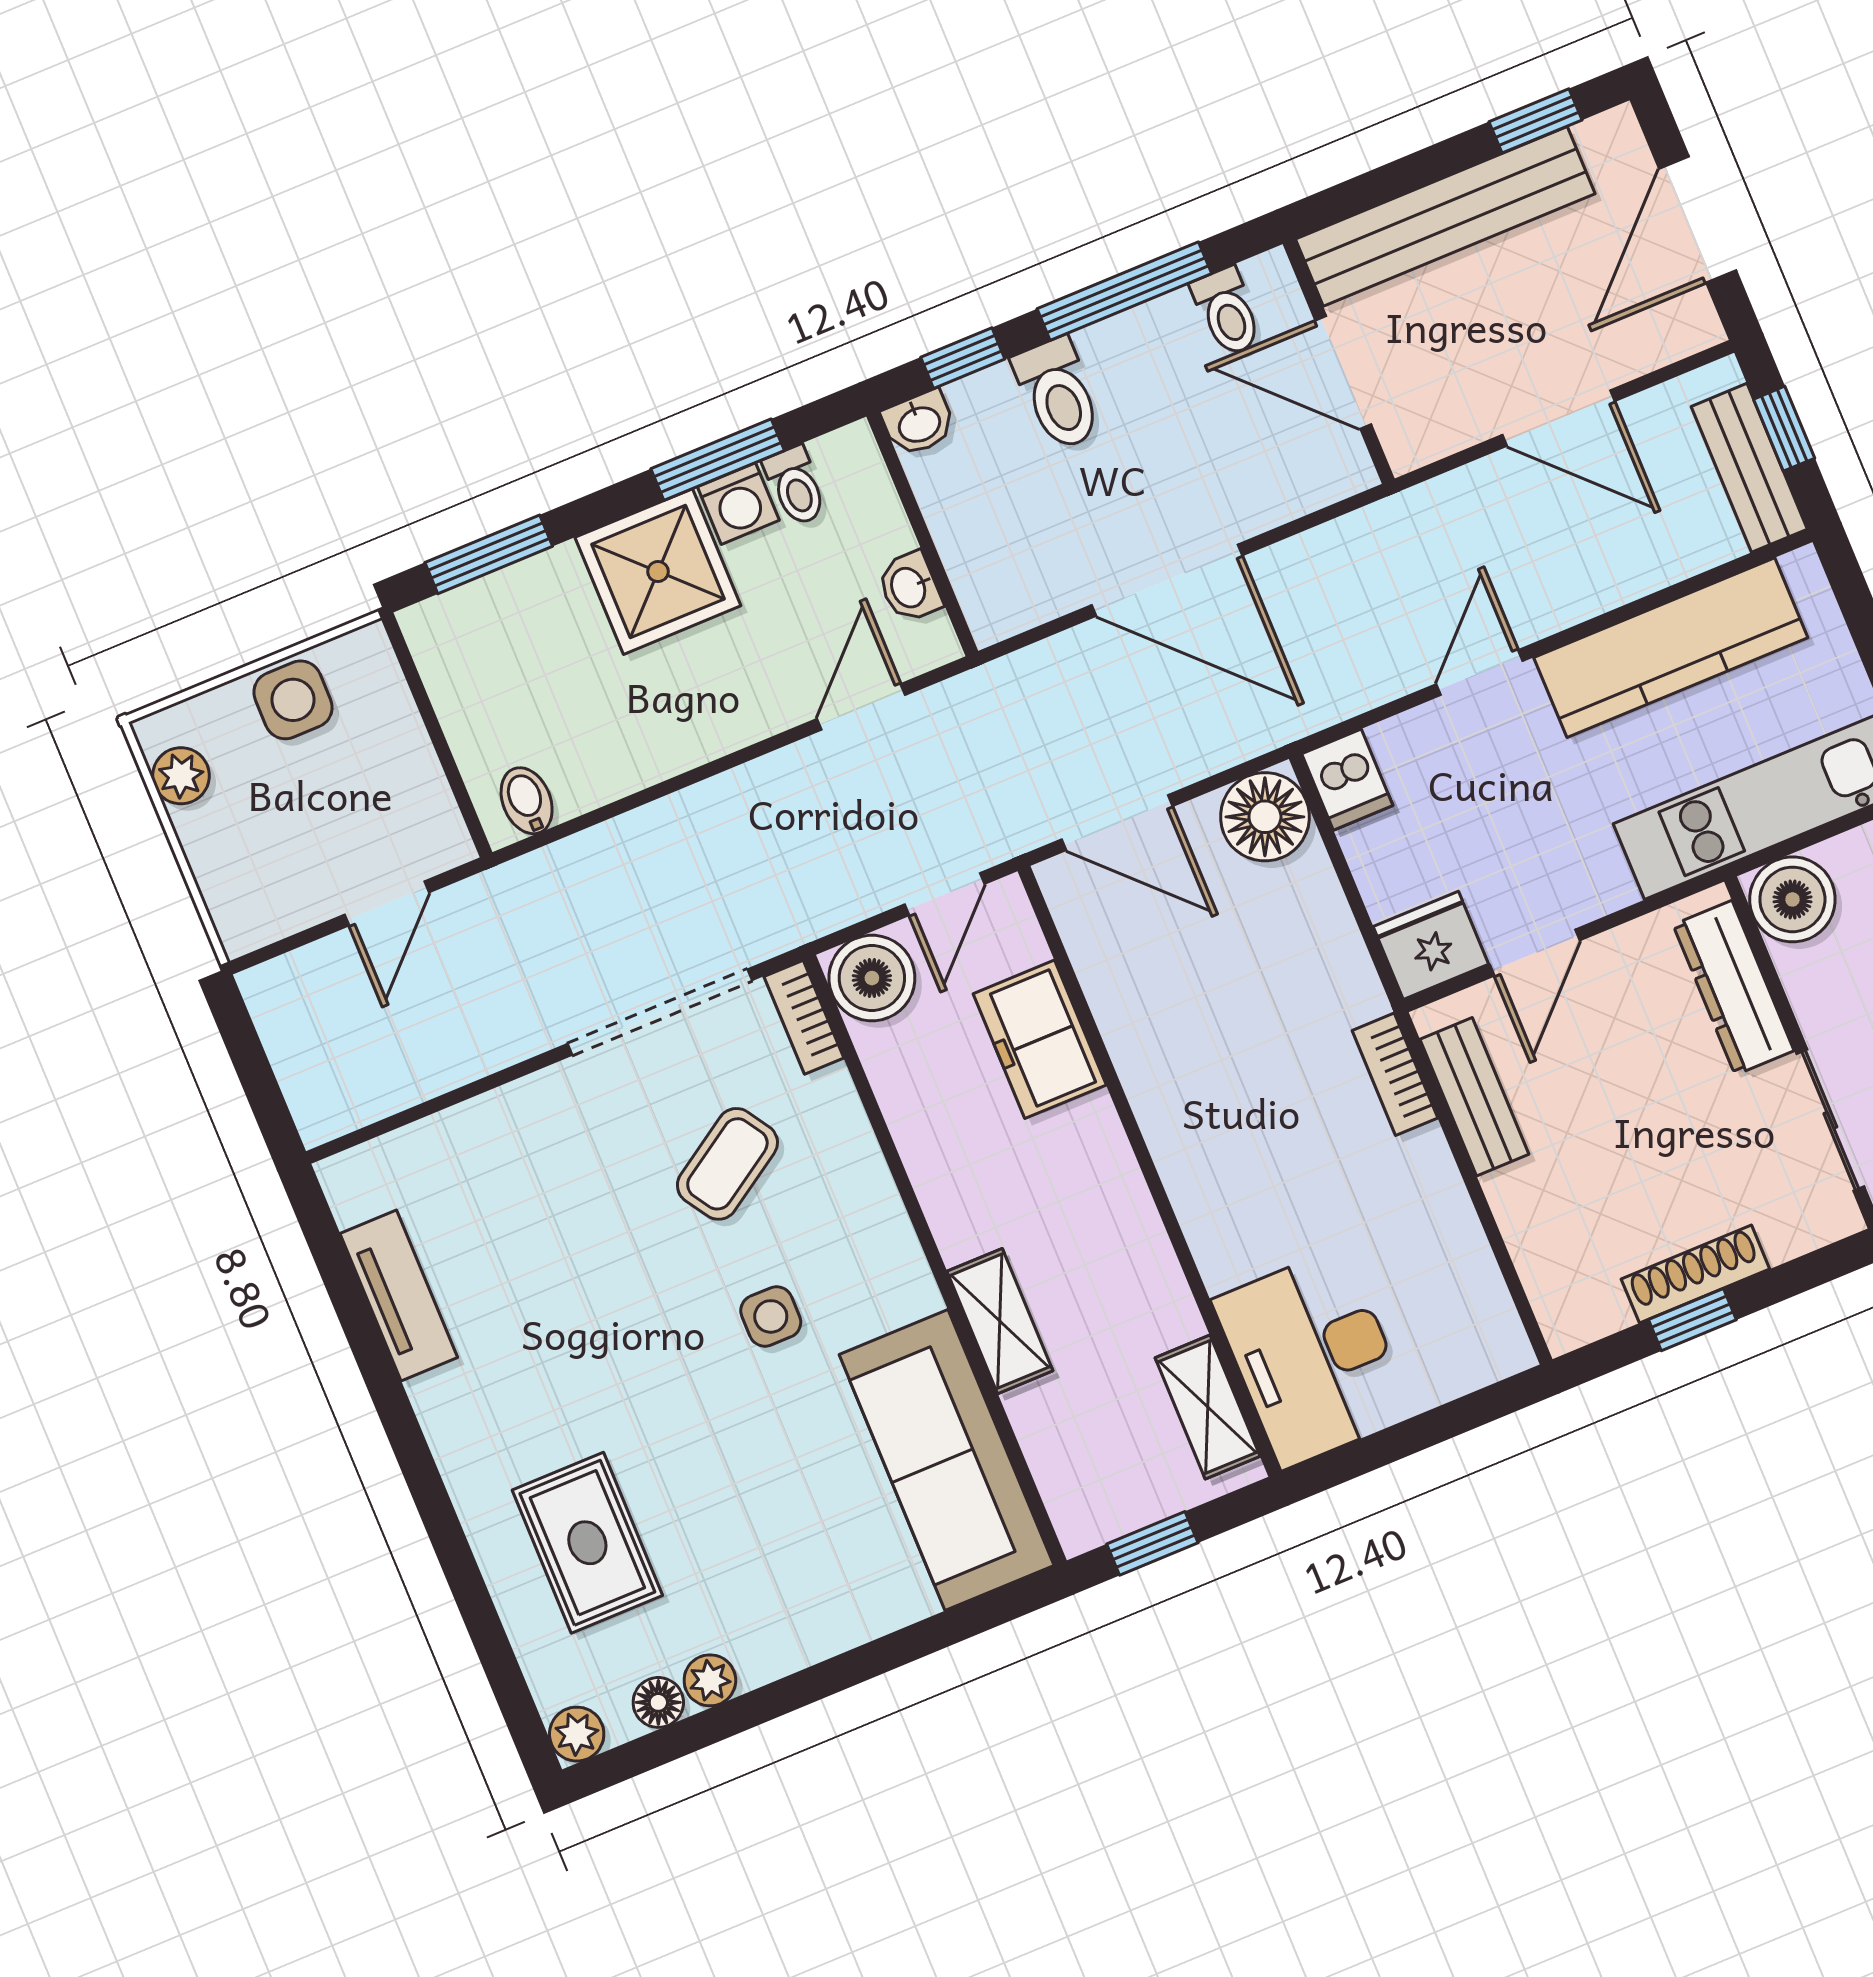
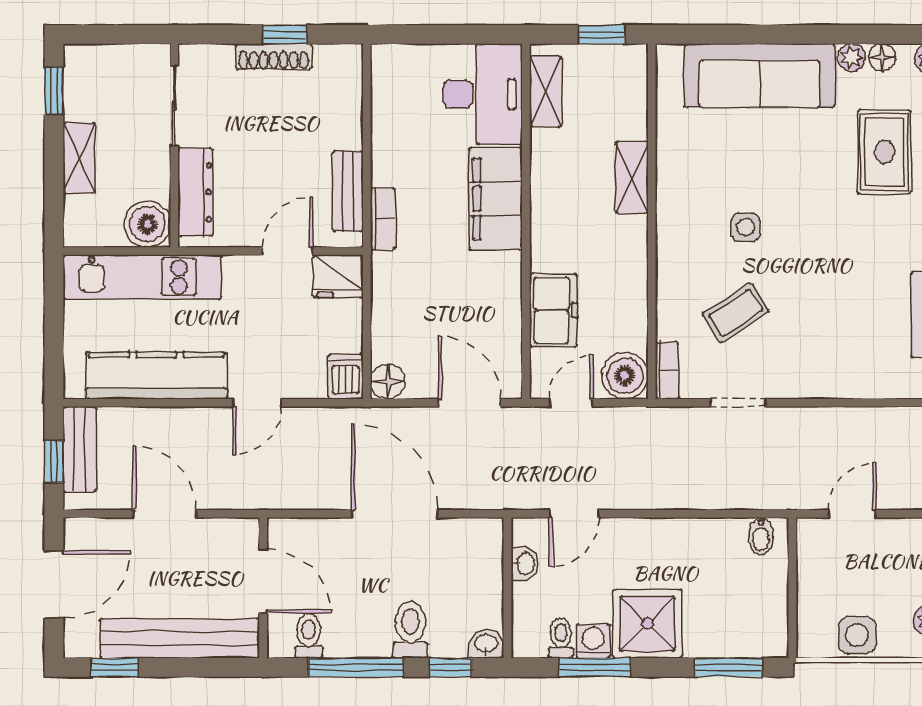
floor lamp: (1265, 817) -> (388, 382), width x0.73, depth x0.73
doorway: (660, 1012) -> (738, 403), width x0.53
filing cabinet: (1217, 1188) -> (496, 199), added
sofa: (947, 1460) -> (759, 76), moved, turned 90

